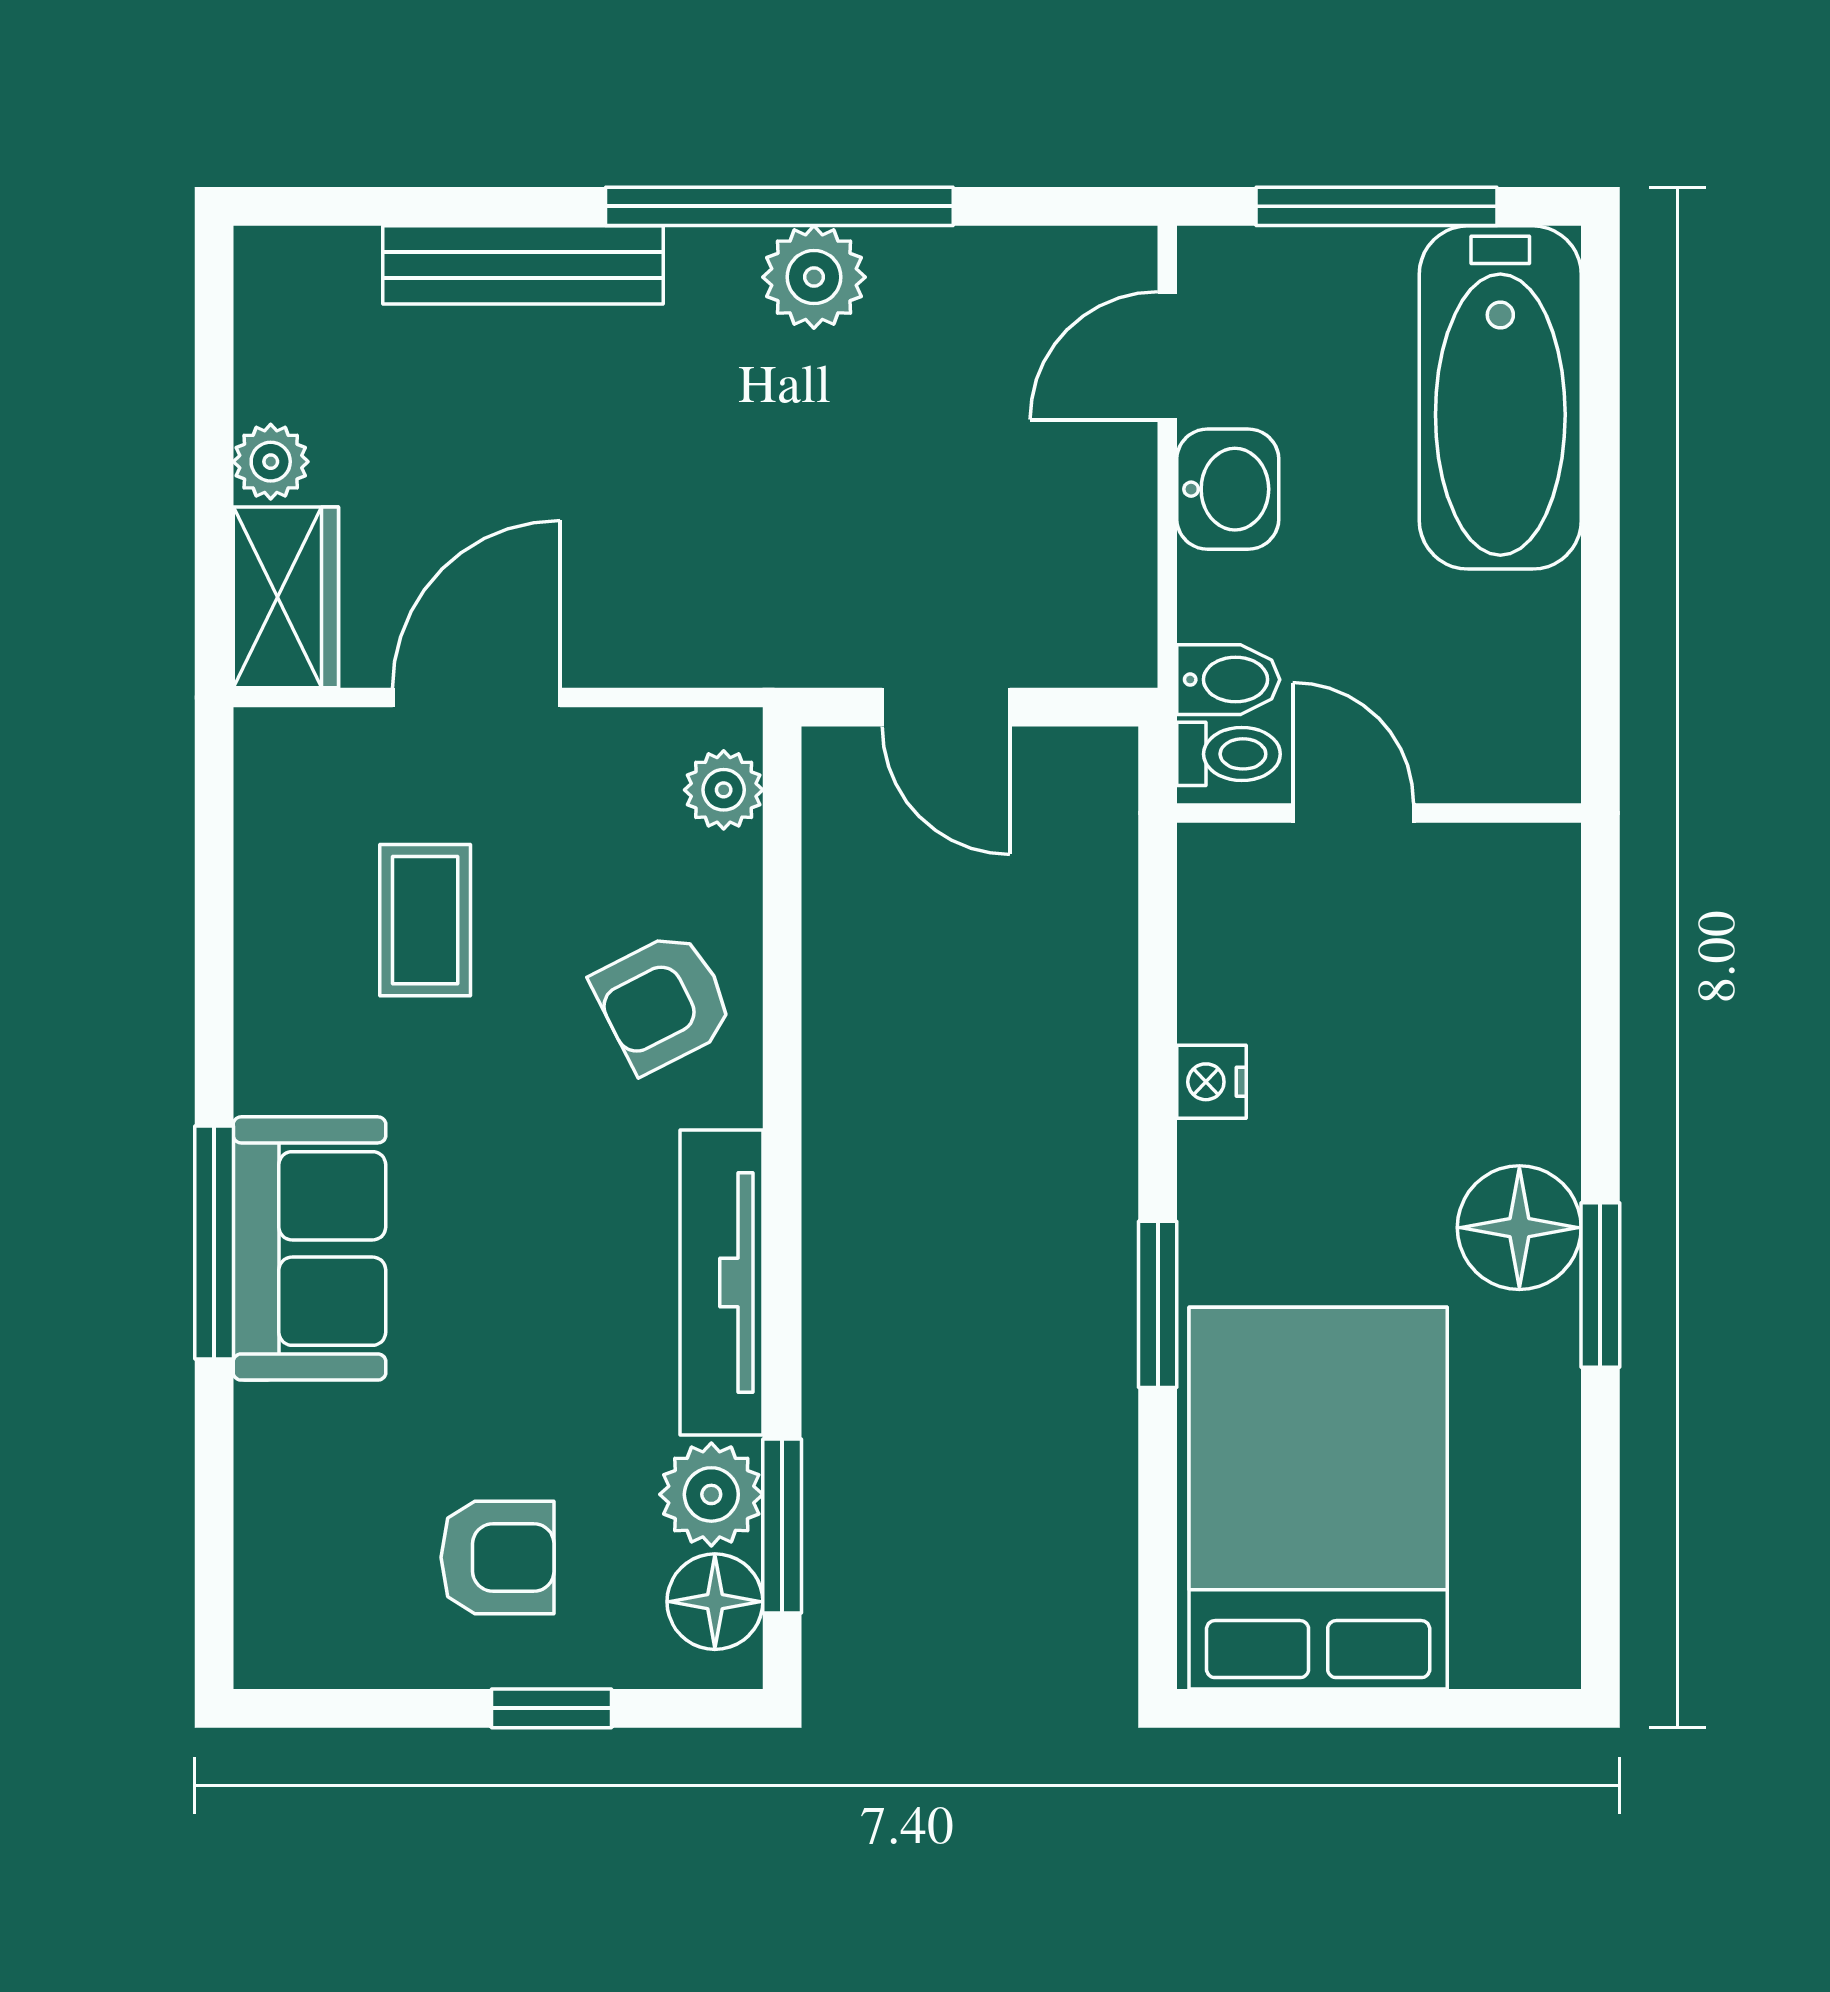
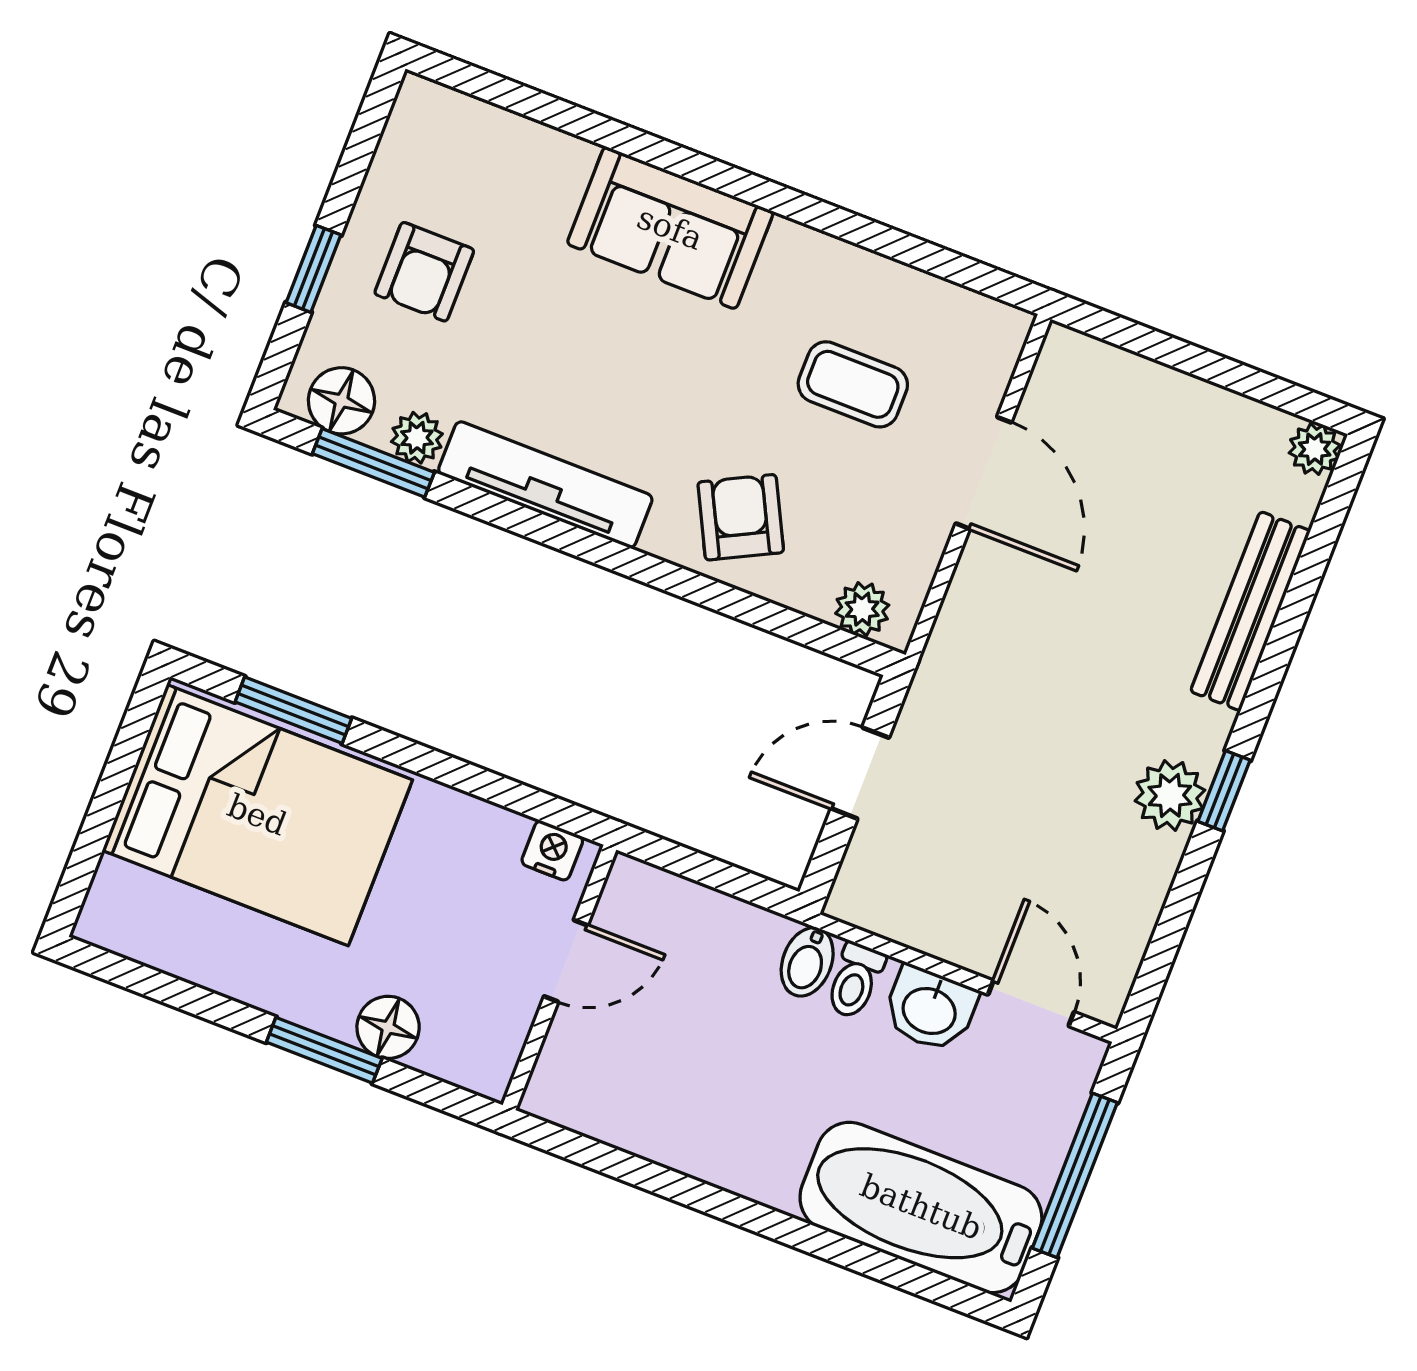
window: (779, 206) -> (1224, 791), width x0.32
plant: (271, 462) -> (1315, 449), moved
wardrobe: (286, 597) -> (1096, 375), removed
toilet: (1229, 754) -> (855, 981), moved
door: (1353, 813) -> (566, 961), moved
wall: (1379, 813) -> (559, 977), moved
floor lamp: (1519, 1228) -> (388, 1027), width x0.73, depth x0.73
window: (214, 1242) -> (698, 168), removed
window: (1158, 1304) -> (293, 710), moved
plant: (711, 1494) -> (417, 438), width x0.73, depth x0.73

